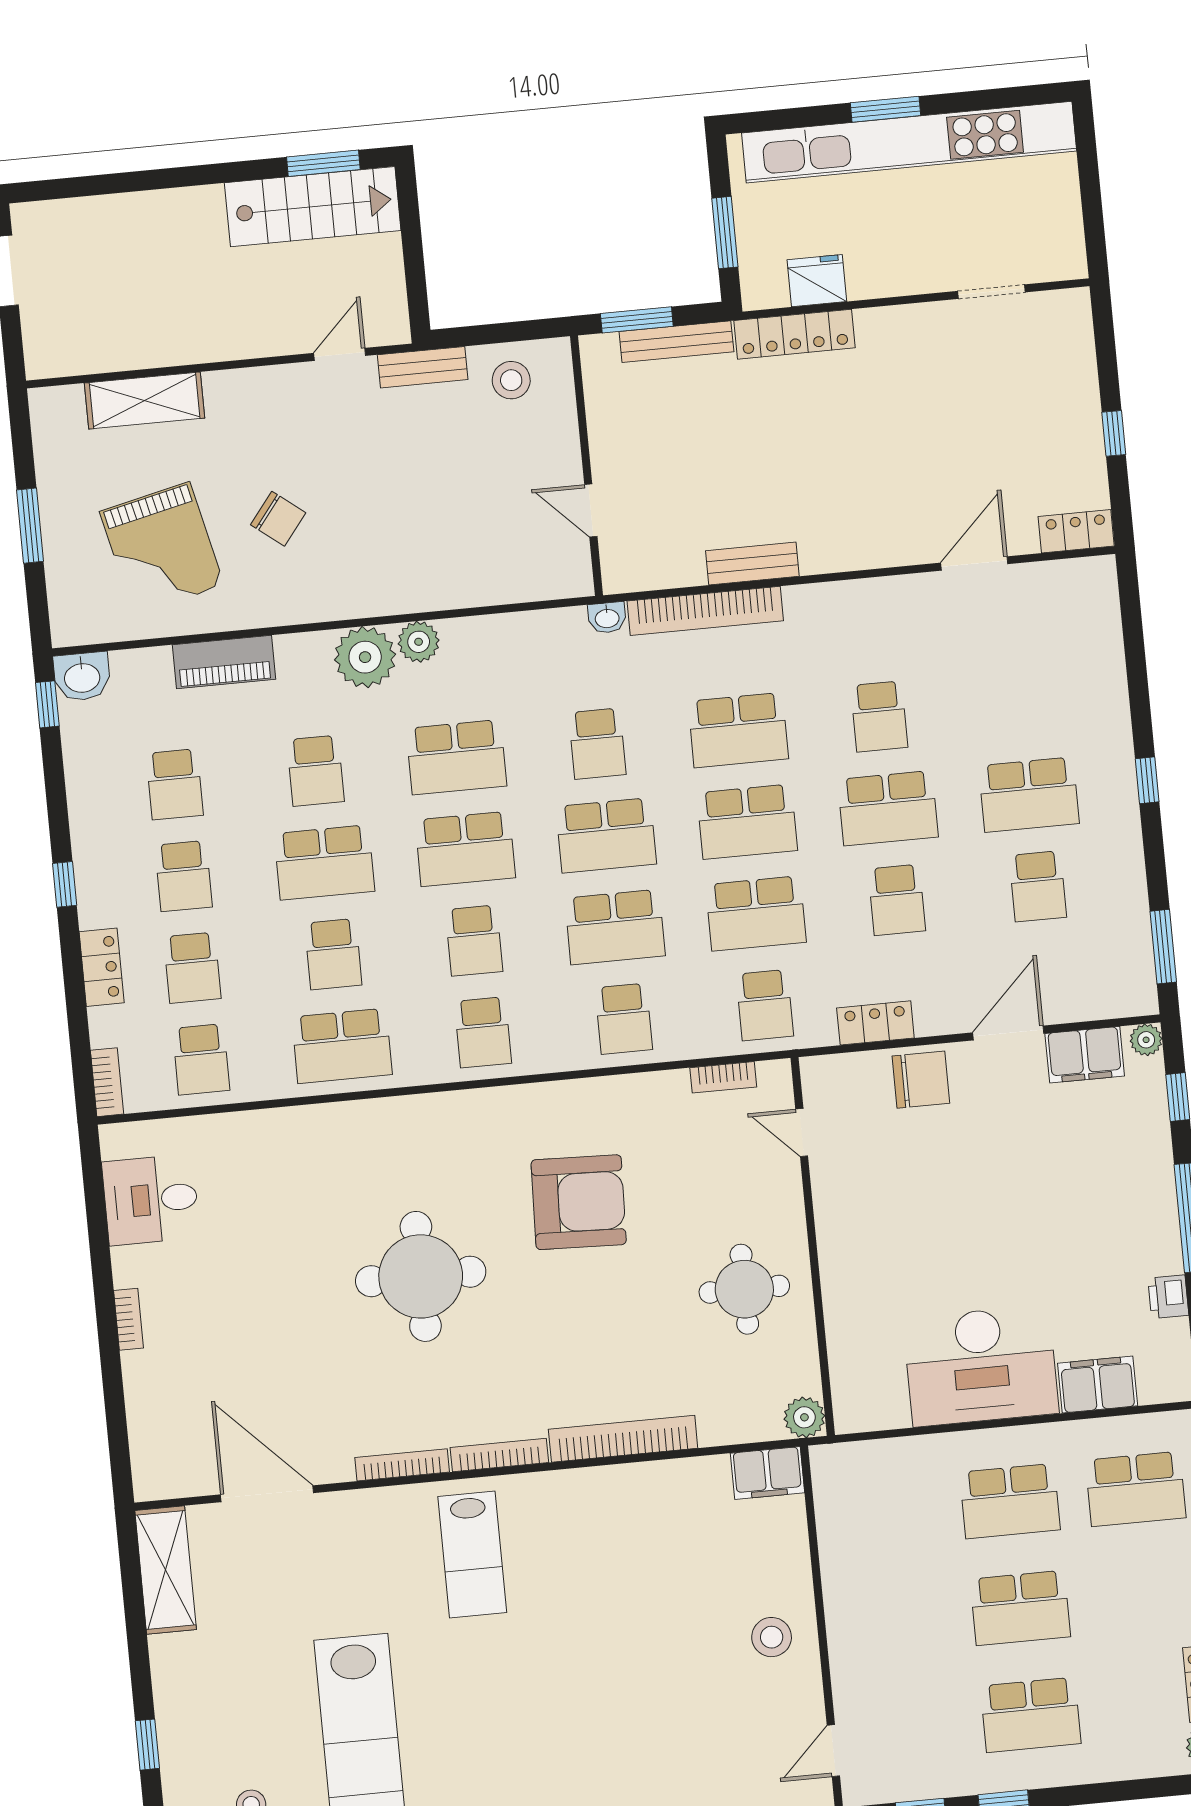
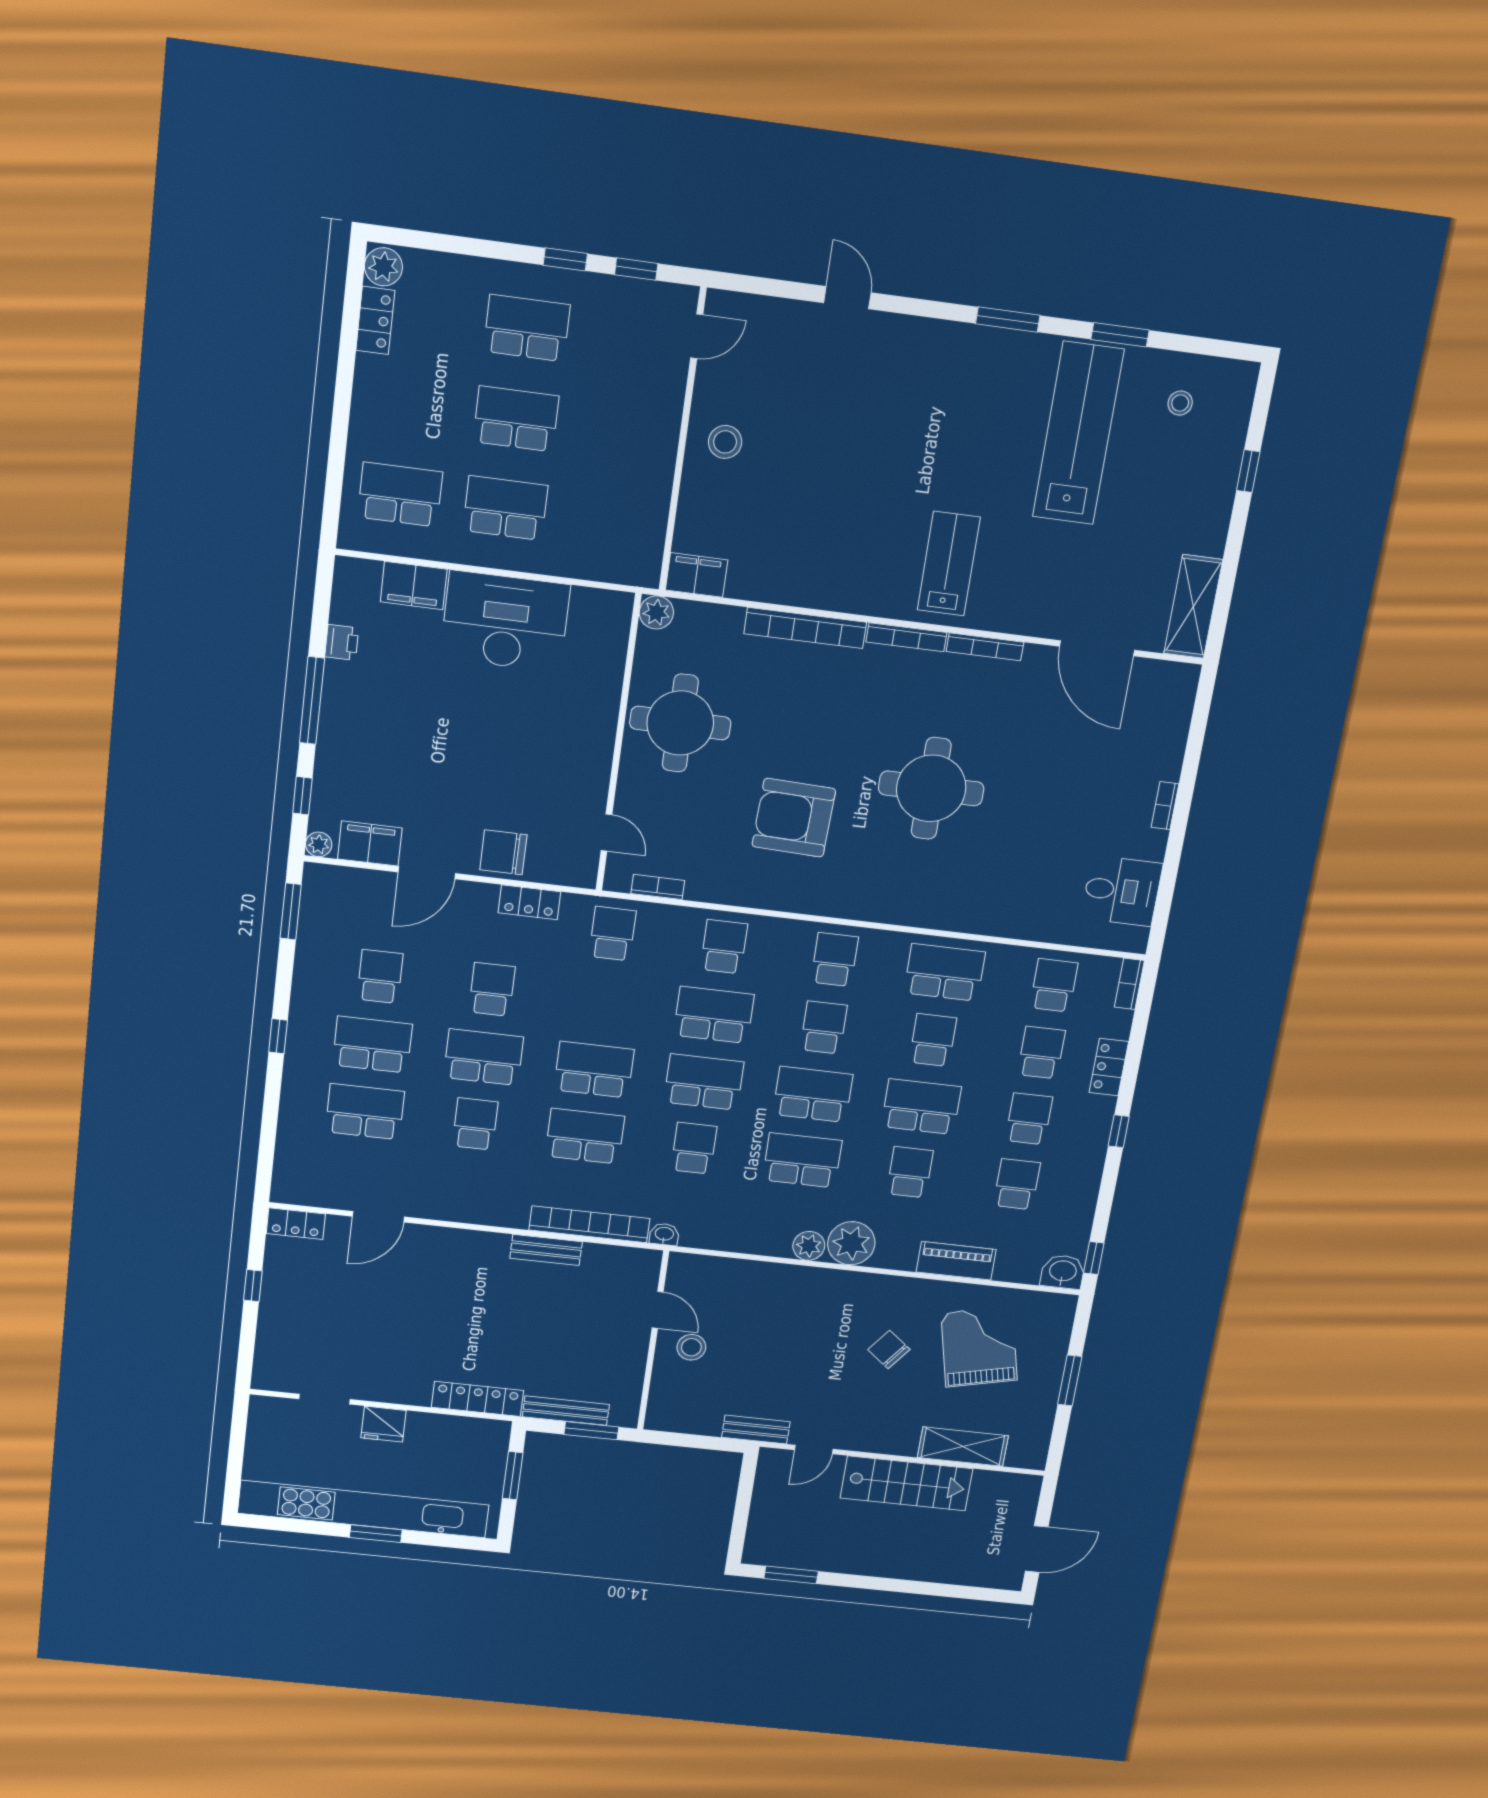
stairs: (313, 207) -> (906, 1483), moved, turned 180
fridge: (817, 281) -> (383, 1424), moved
stool: (511, 380) -> (691, 1347), moved
school desk: (756, 913) -> (365, 1112), moved
round table: (744, 1289) -> (680, 723), width x1.36, depth x1.36

